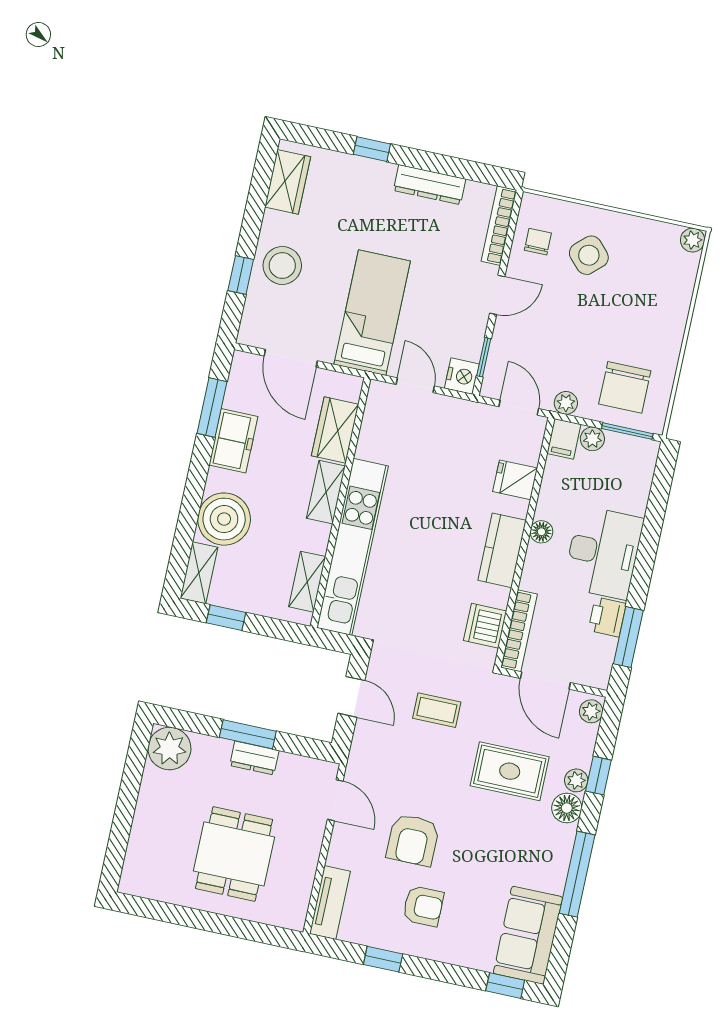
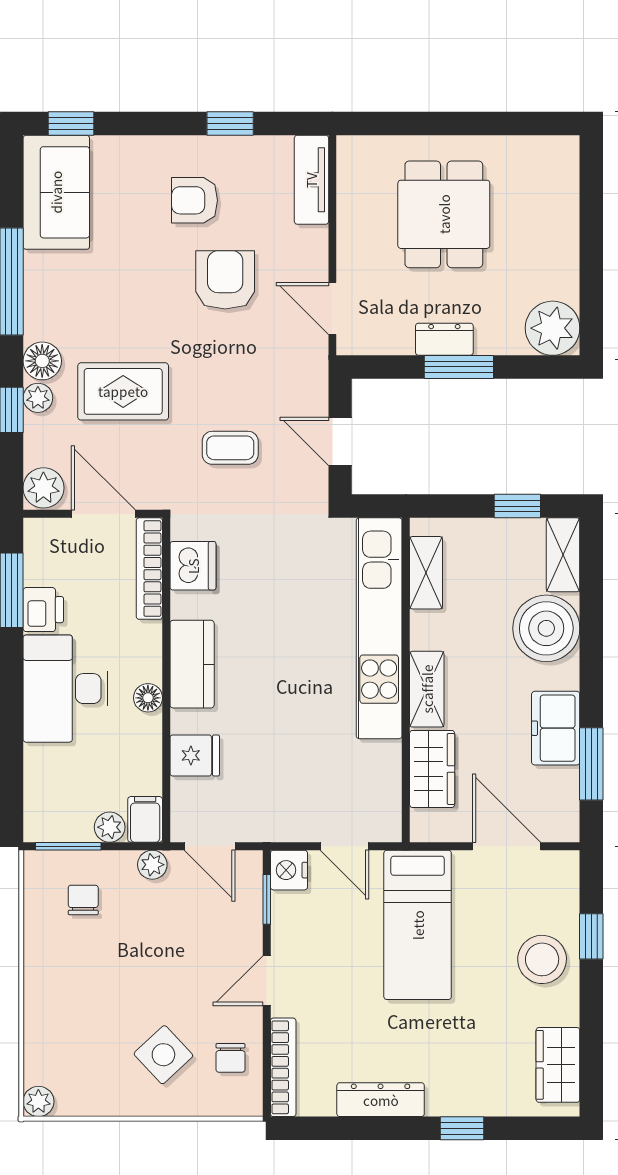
chair: (625, 387) -> (83, 900), width x0.54, depth x0.54
plant: (591, 711) -> (43, 488), width x1.38, depth x1.38

